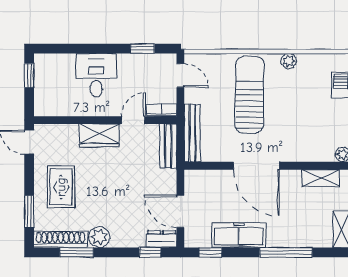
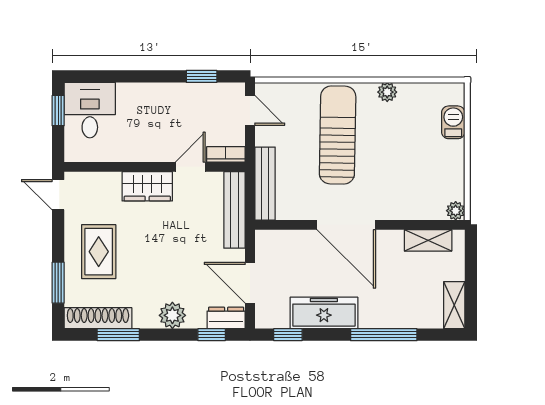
desk: (96, 75) -> (90, 110), moved
bench: (168, 146) -> (234, 210), width x1.36
plant: (99, 237) -> (172, 315), moved

